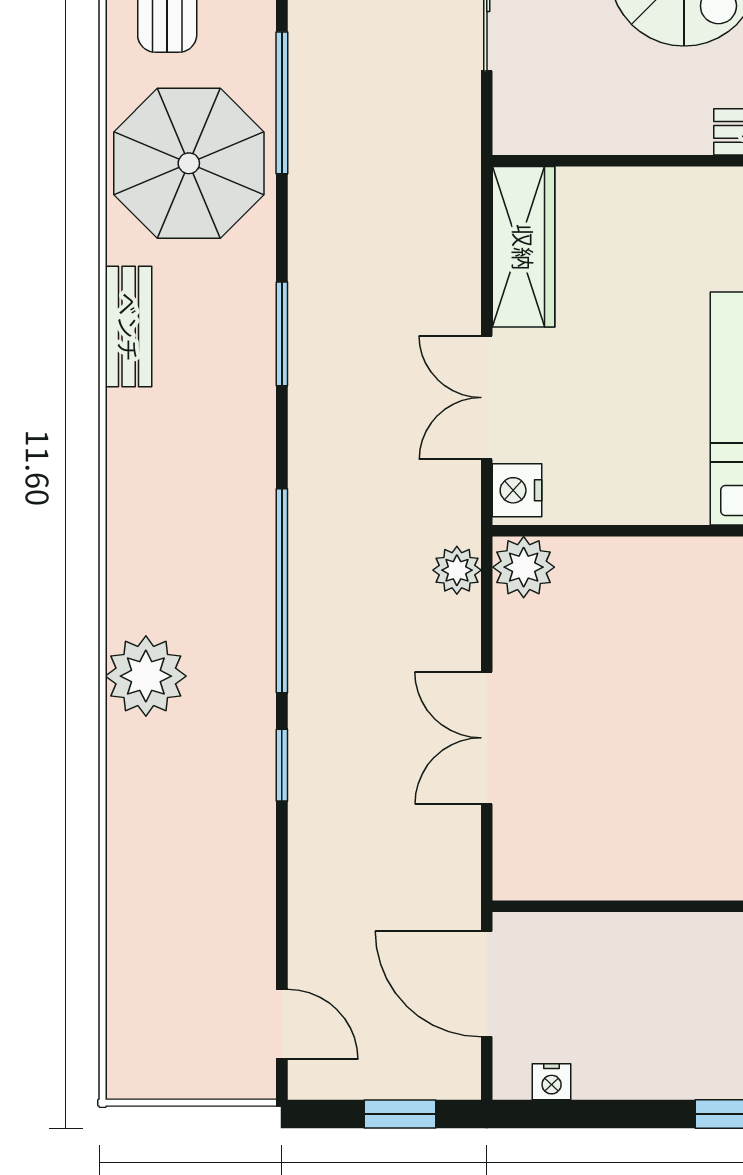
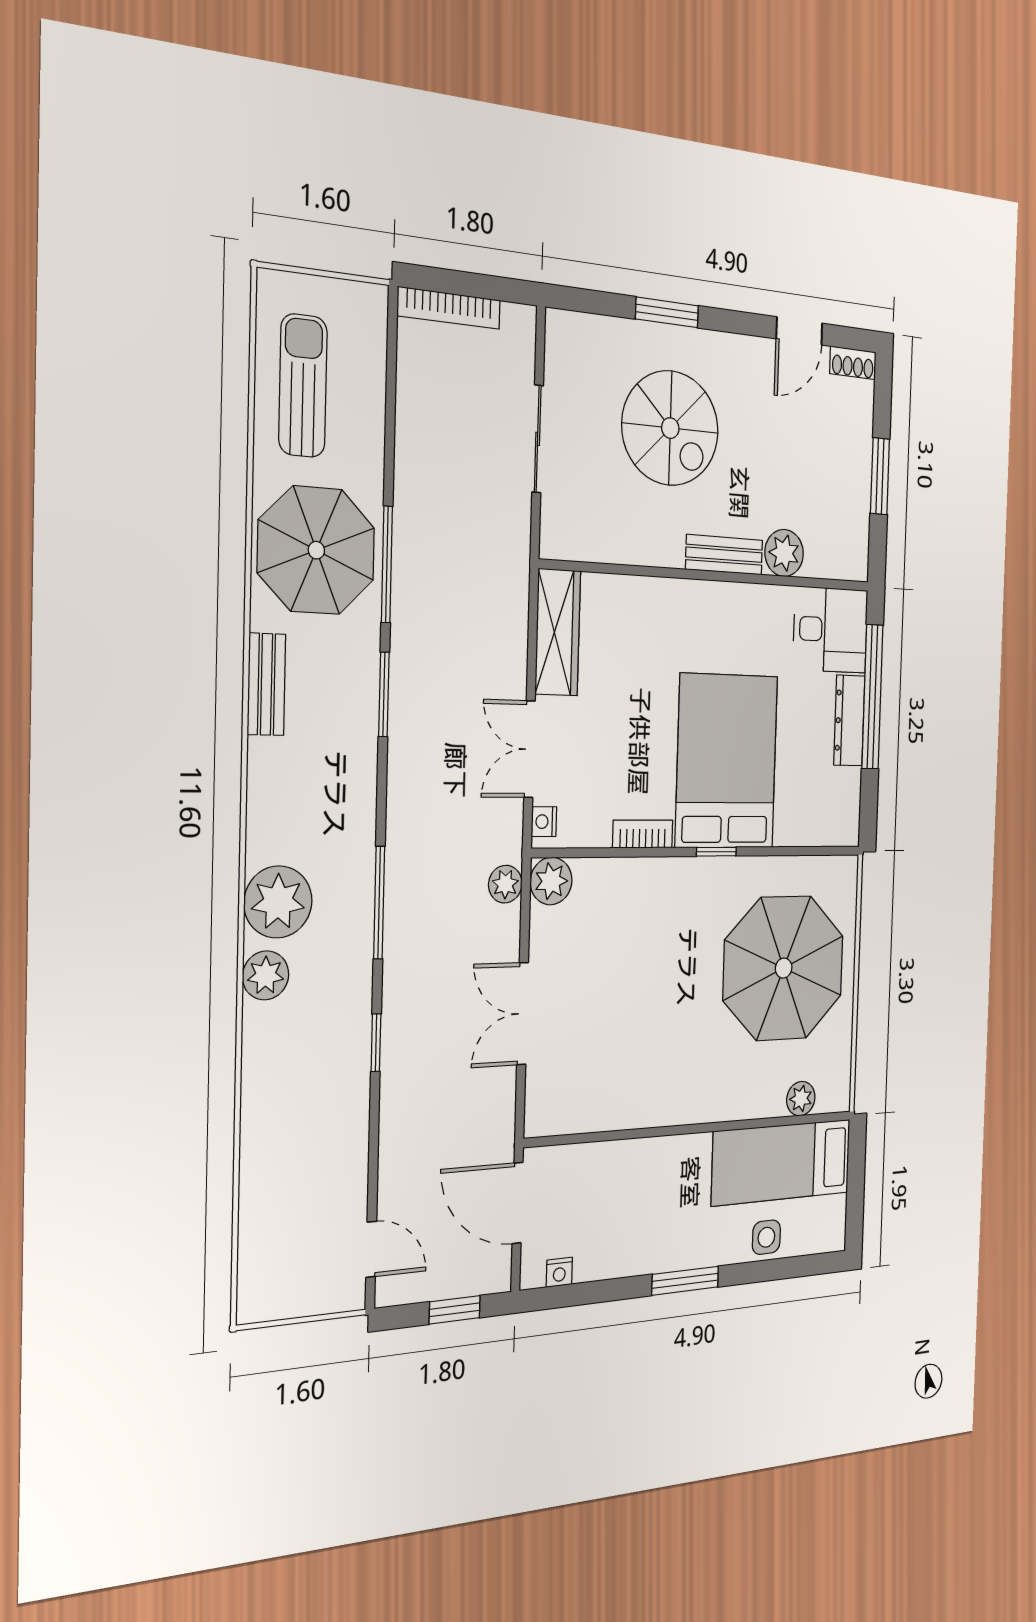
window: (282, 103) -> (387, 564), moved
nightstand: (517, 490) -> (544, 822), width x0.72, depth x0.74
bookcase: (660, 507) -> (643, 834), added
plant: (149, 588) -> (278, 902), added
window: (282, 591) -> (379, 903), width x0.68
plant: (146, 676) -> (266, 975), width x0.73, depth x0.73

